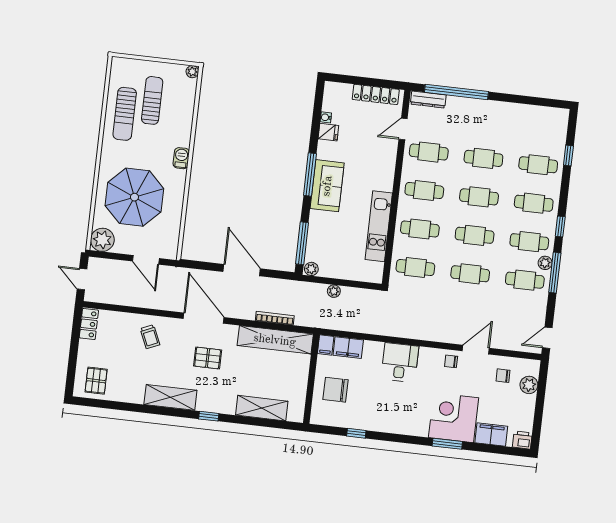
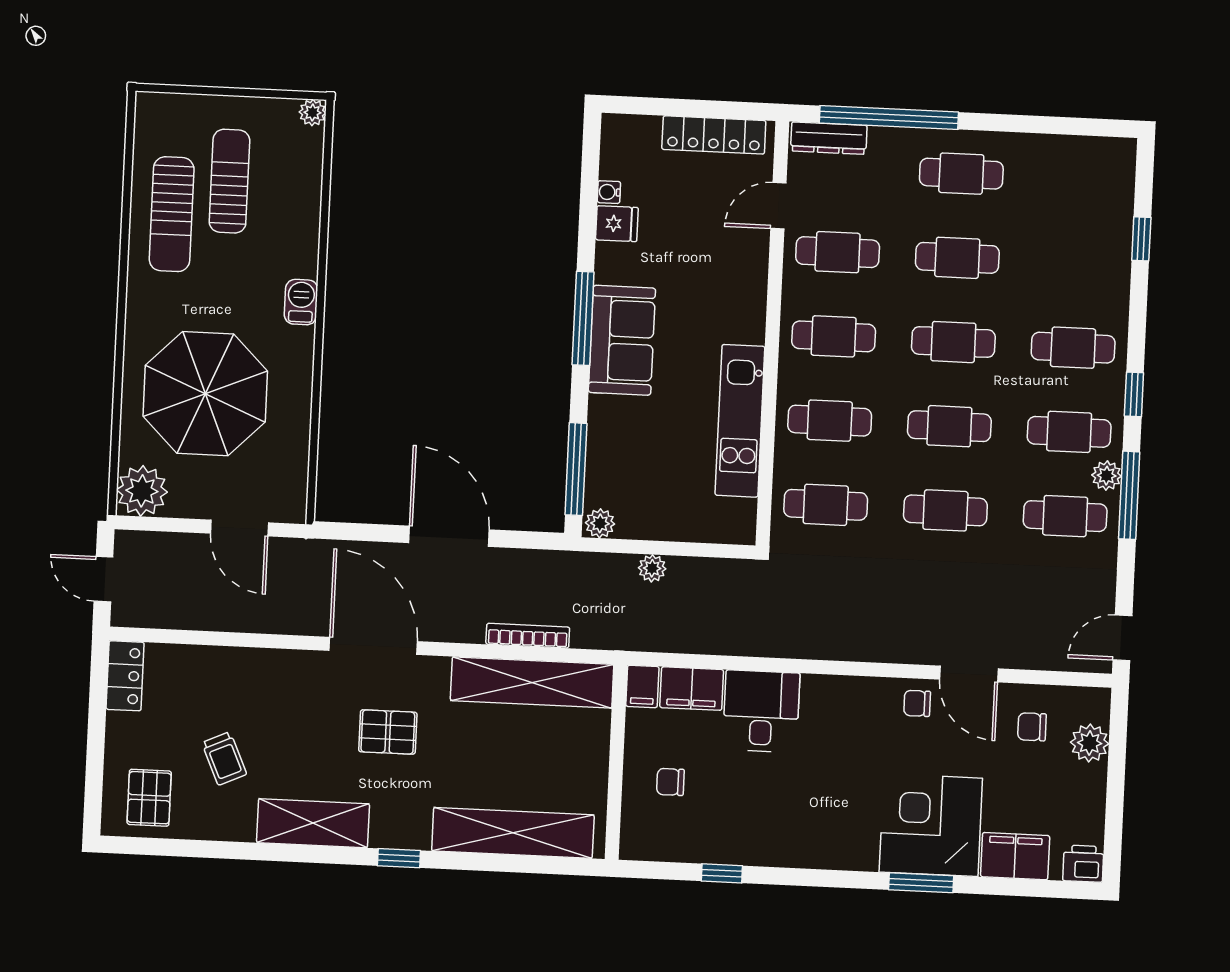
cafe table: (538, 165) -> (961, 174), moved
trolley: (150, 337) -> (224, 758), moved
door: (476, 350) -> (969, 674), swing flipped
desk: (400, 362) -> (761, 711), moved
chair: (336, 390) -> (670, 782), width x0.54, depth x0.54
shelving: (262, 408) -> (513, 833), width x1.47

